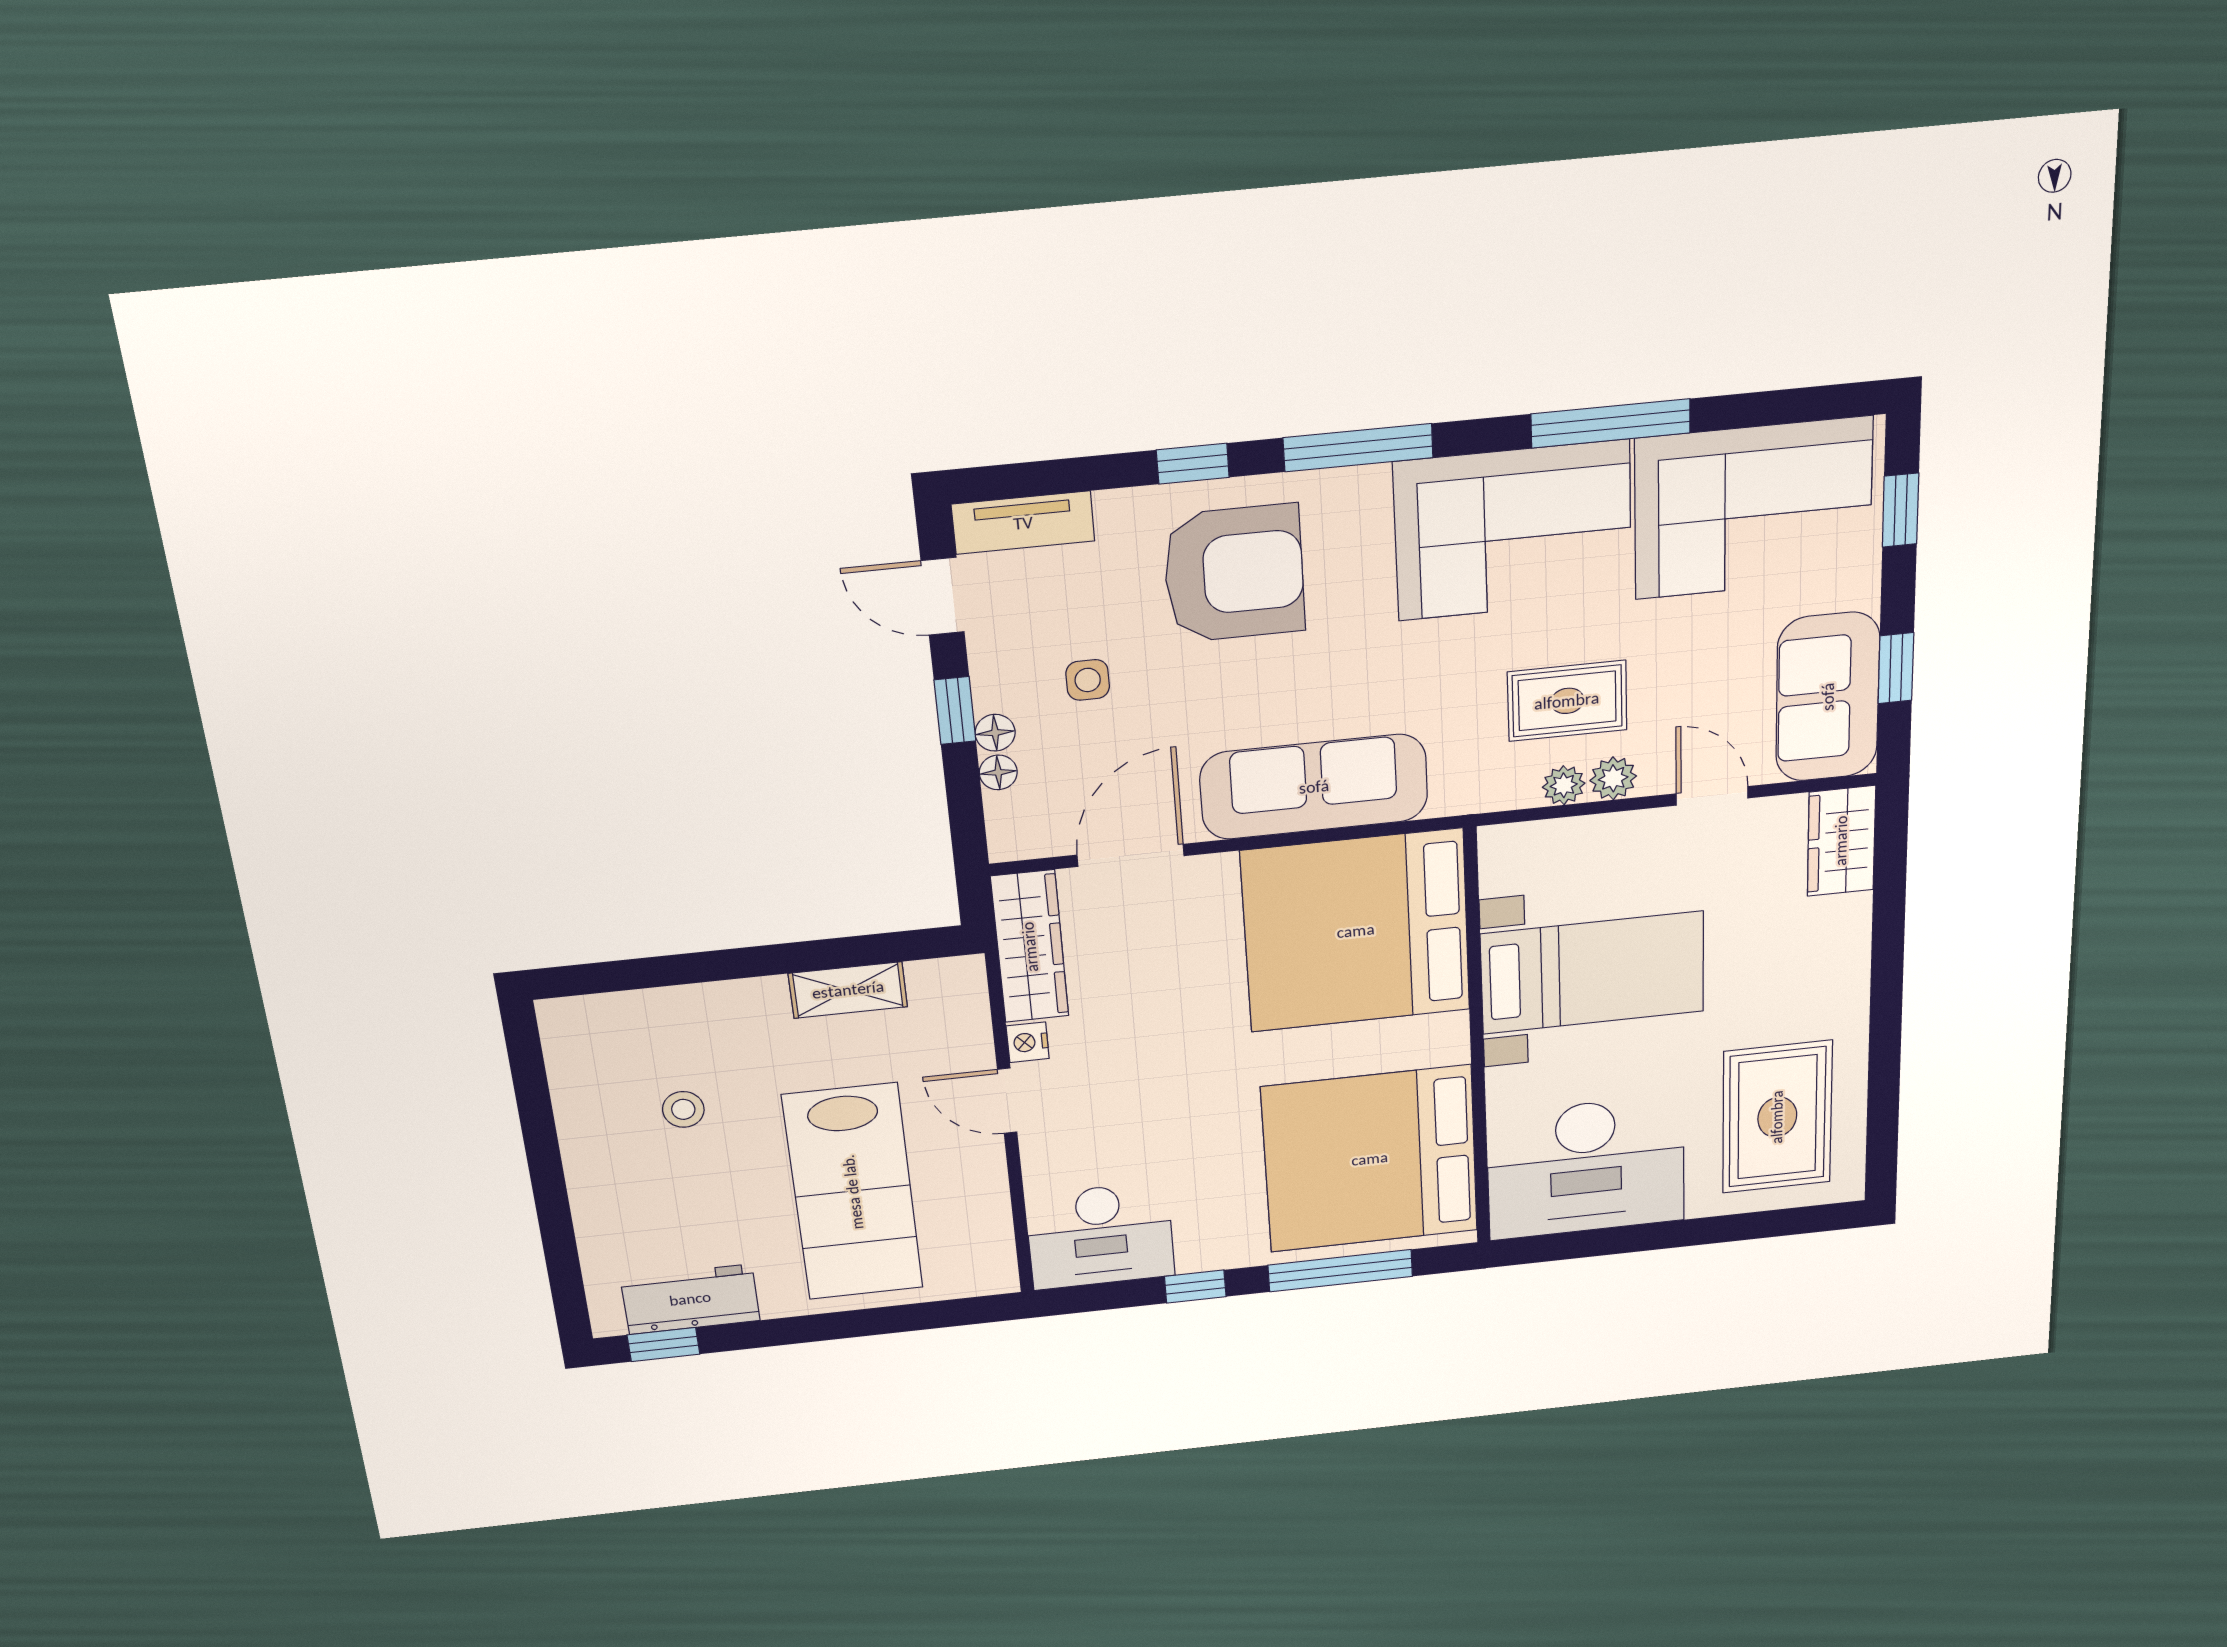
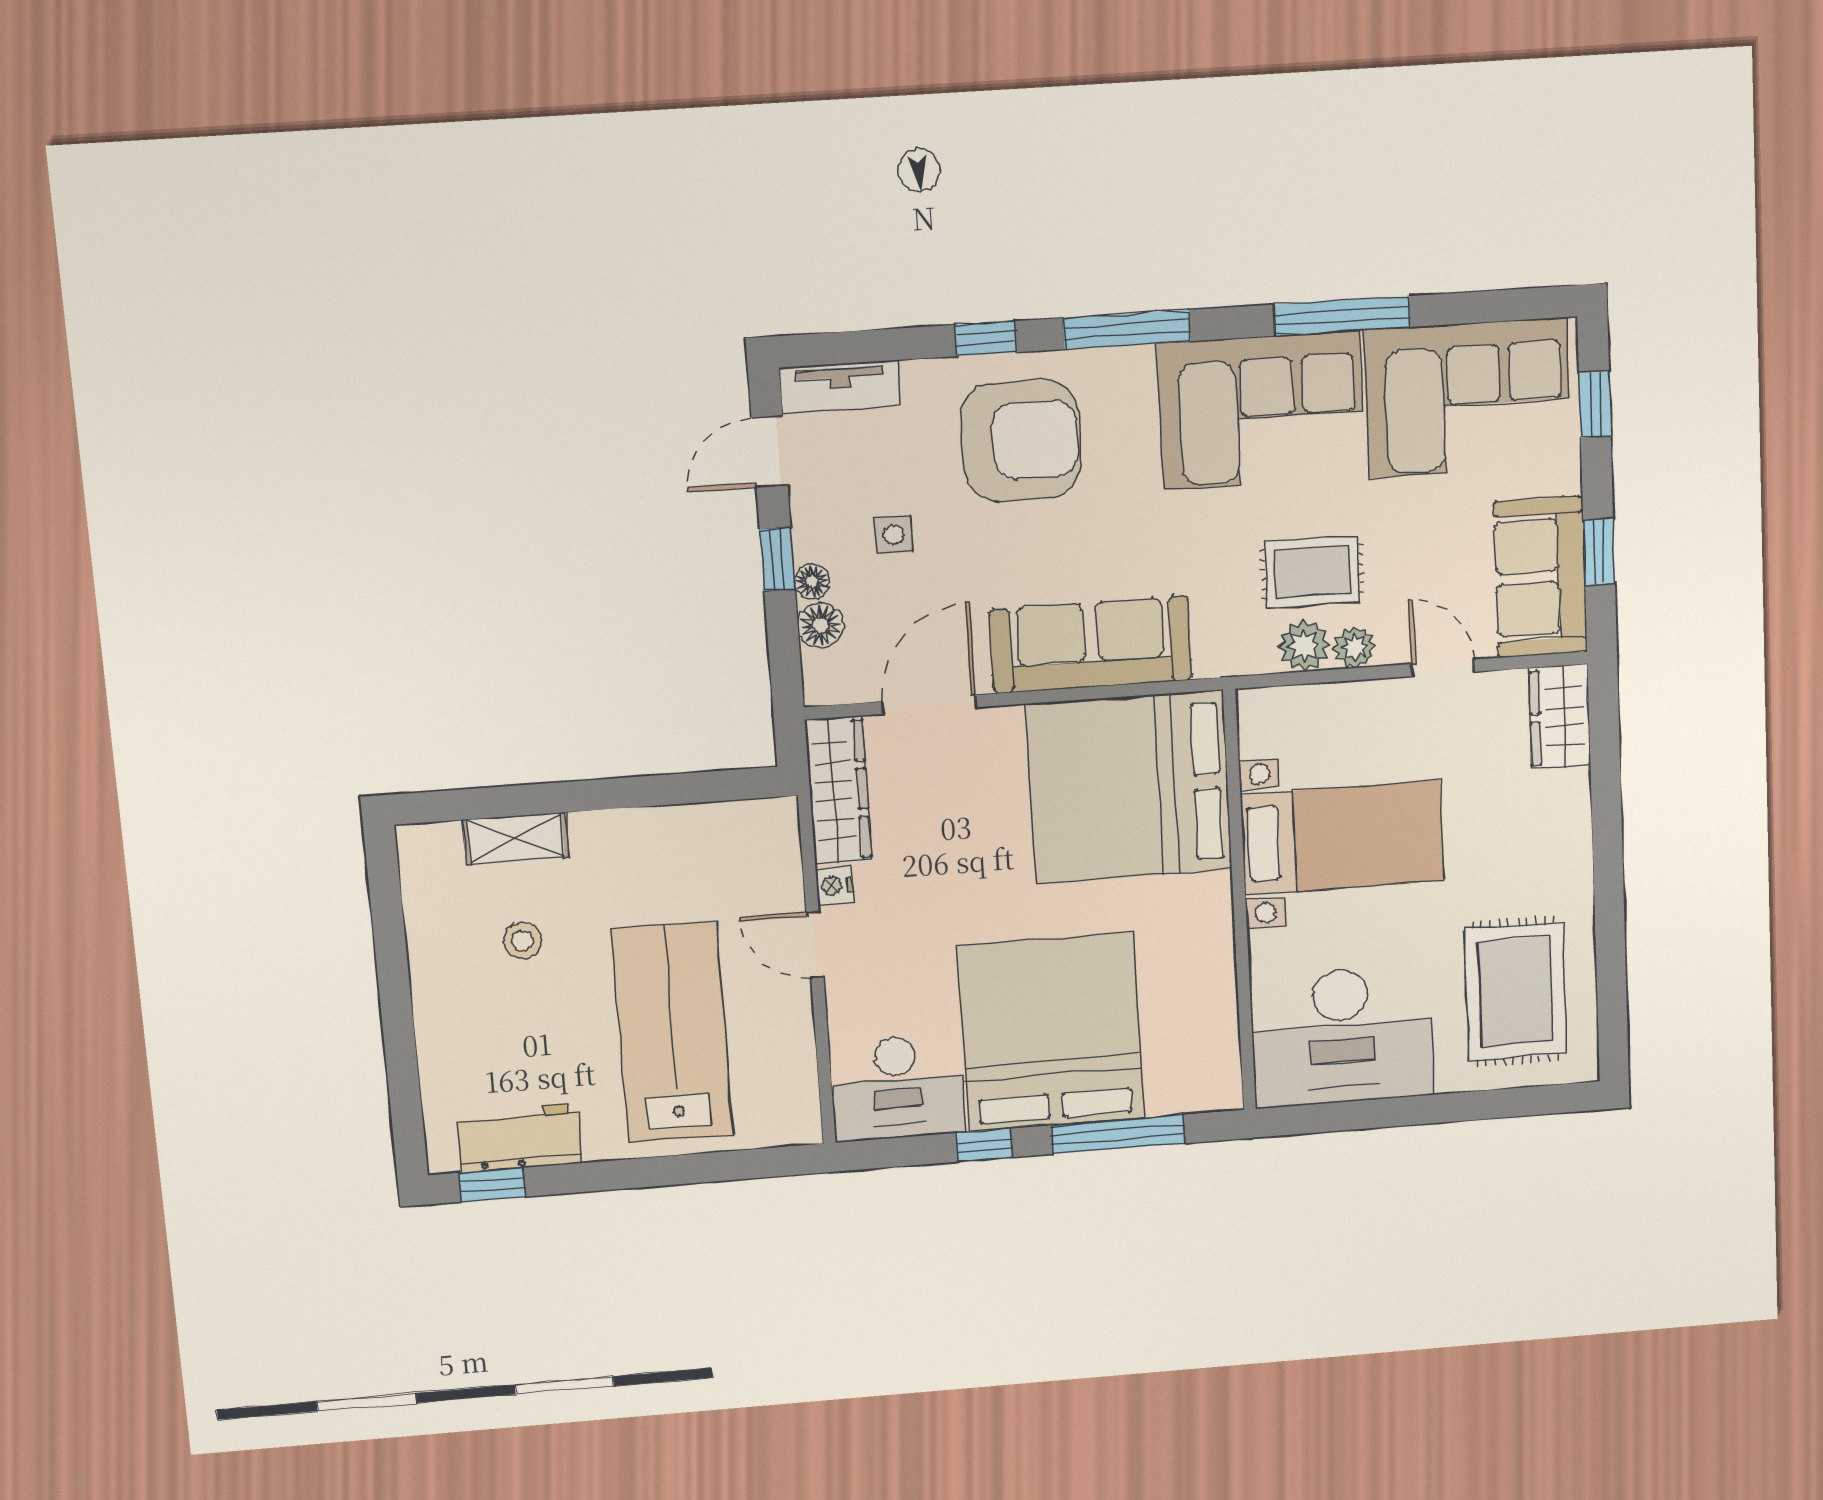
door: (943, 596) -> (769, 452), hinge flipped
floor lamp: (998, 772) -> (820, 625), width x1.37, depth x1.37
plant: (1564, 785) -> (1304, 646), width x1.38, depth x1.38
shelving: (848, 990) -> (516, 839), moved
bed: (1370, 1159) -> (1051, 1032), moved, turned 90
lab bench: (853, 1192) -> (673, 1033), turned 180

